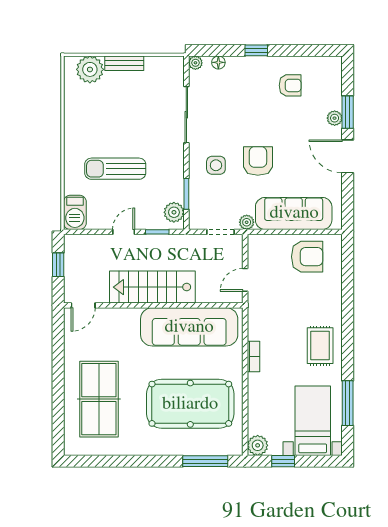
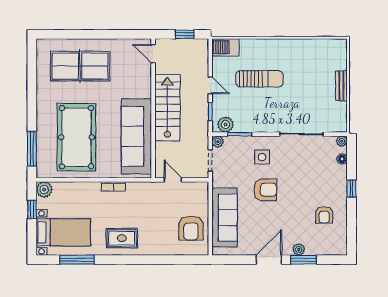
plant: (90, 69) -> (337, 59), removed
sun lounger: (115, 169) -> (259, 79), turned 90
plant: (247, 222) -> (218, 142), moved

